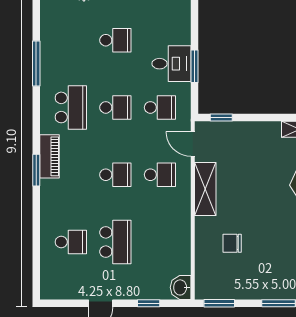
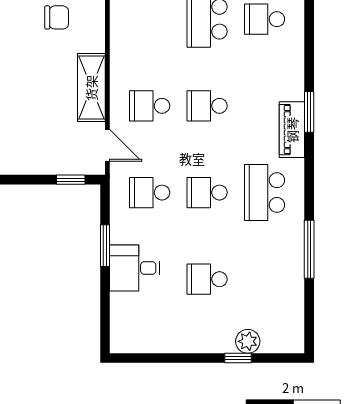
desk: (172, 64) -> (135, 268), moved

